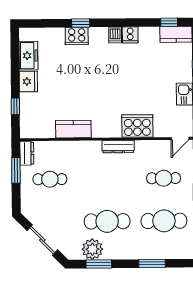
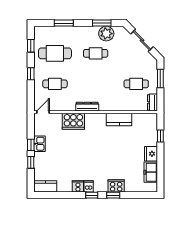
window: (169, 22) -> (92, 195), moved
window: (16, 170) -> (160, 78), moved
cafe table: (107, 221) -> (96, 53), width x0.73, depth x0.74

